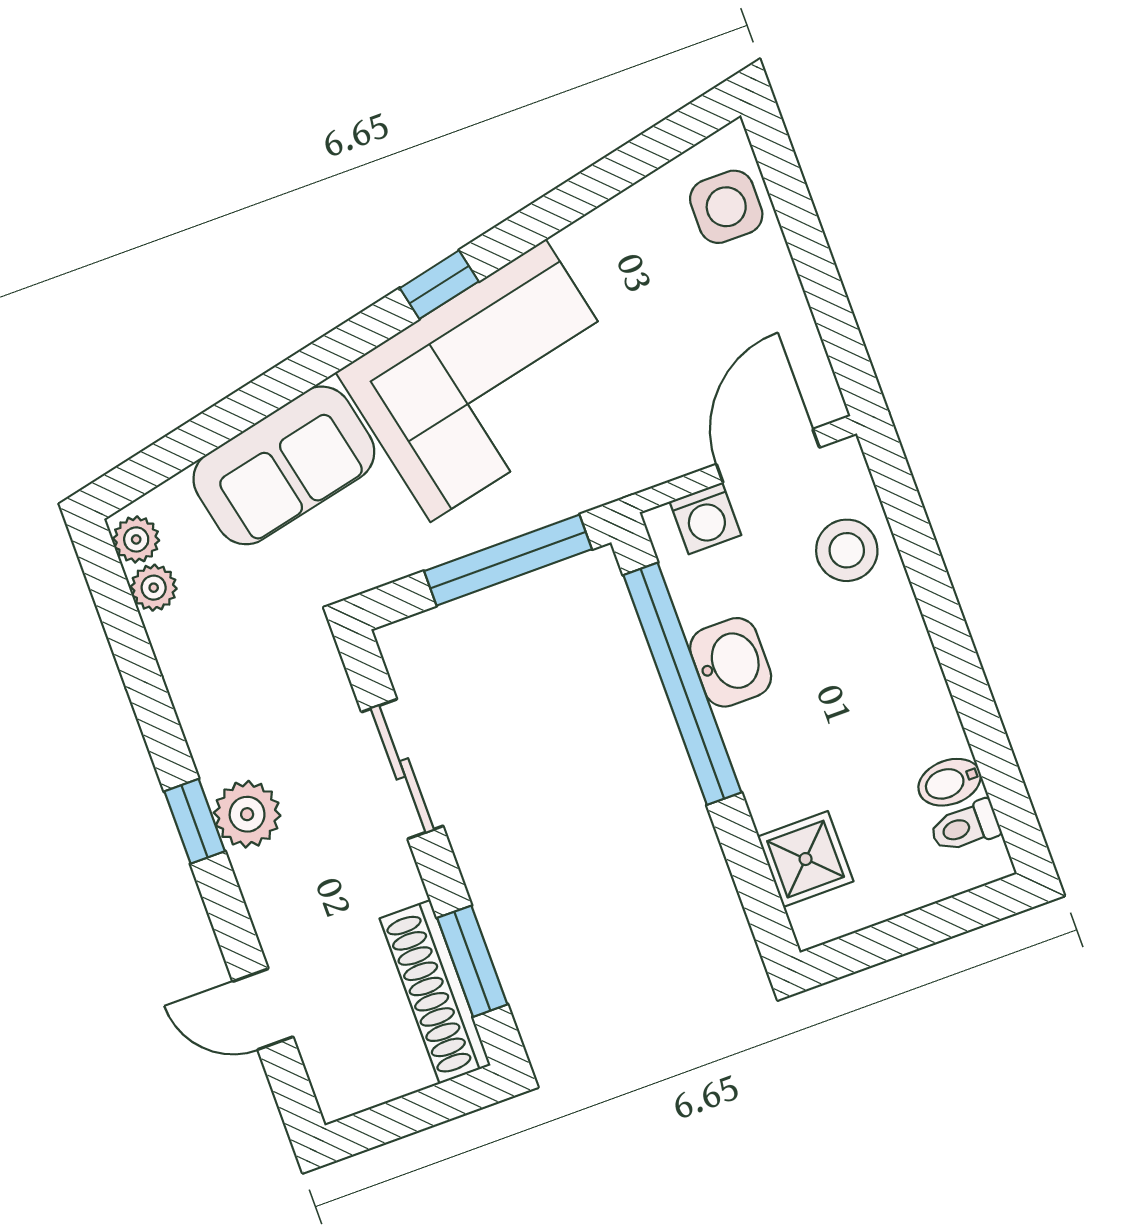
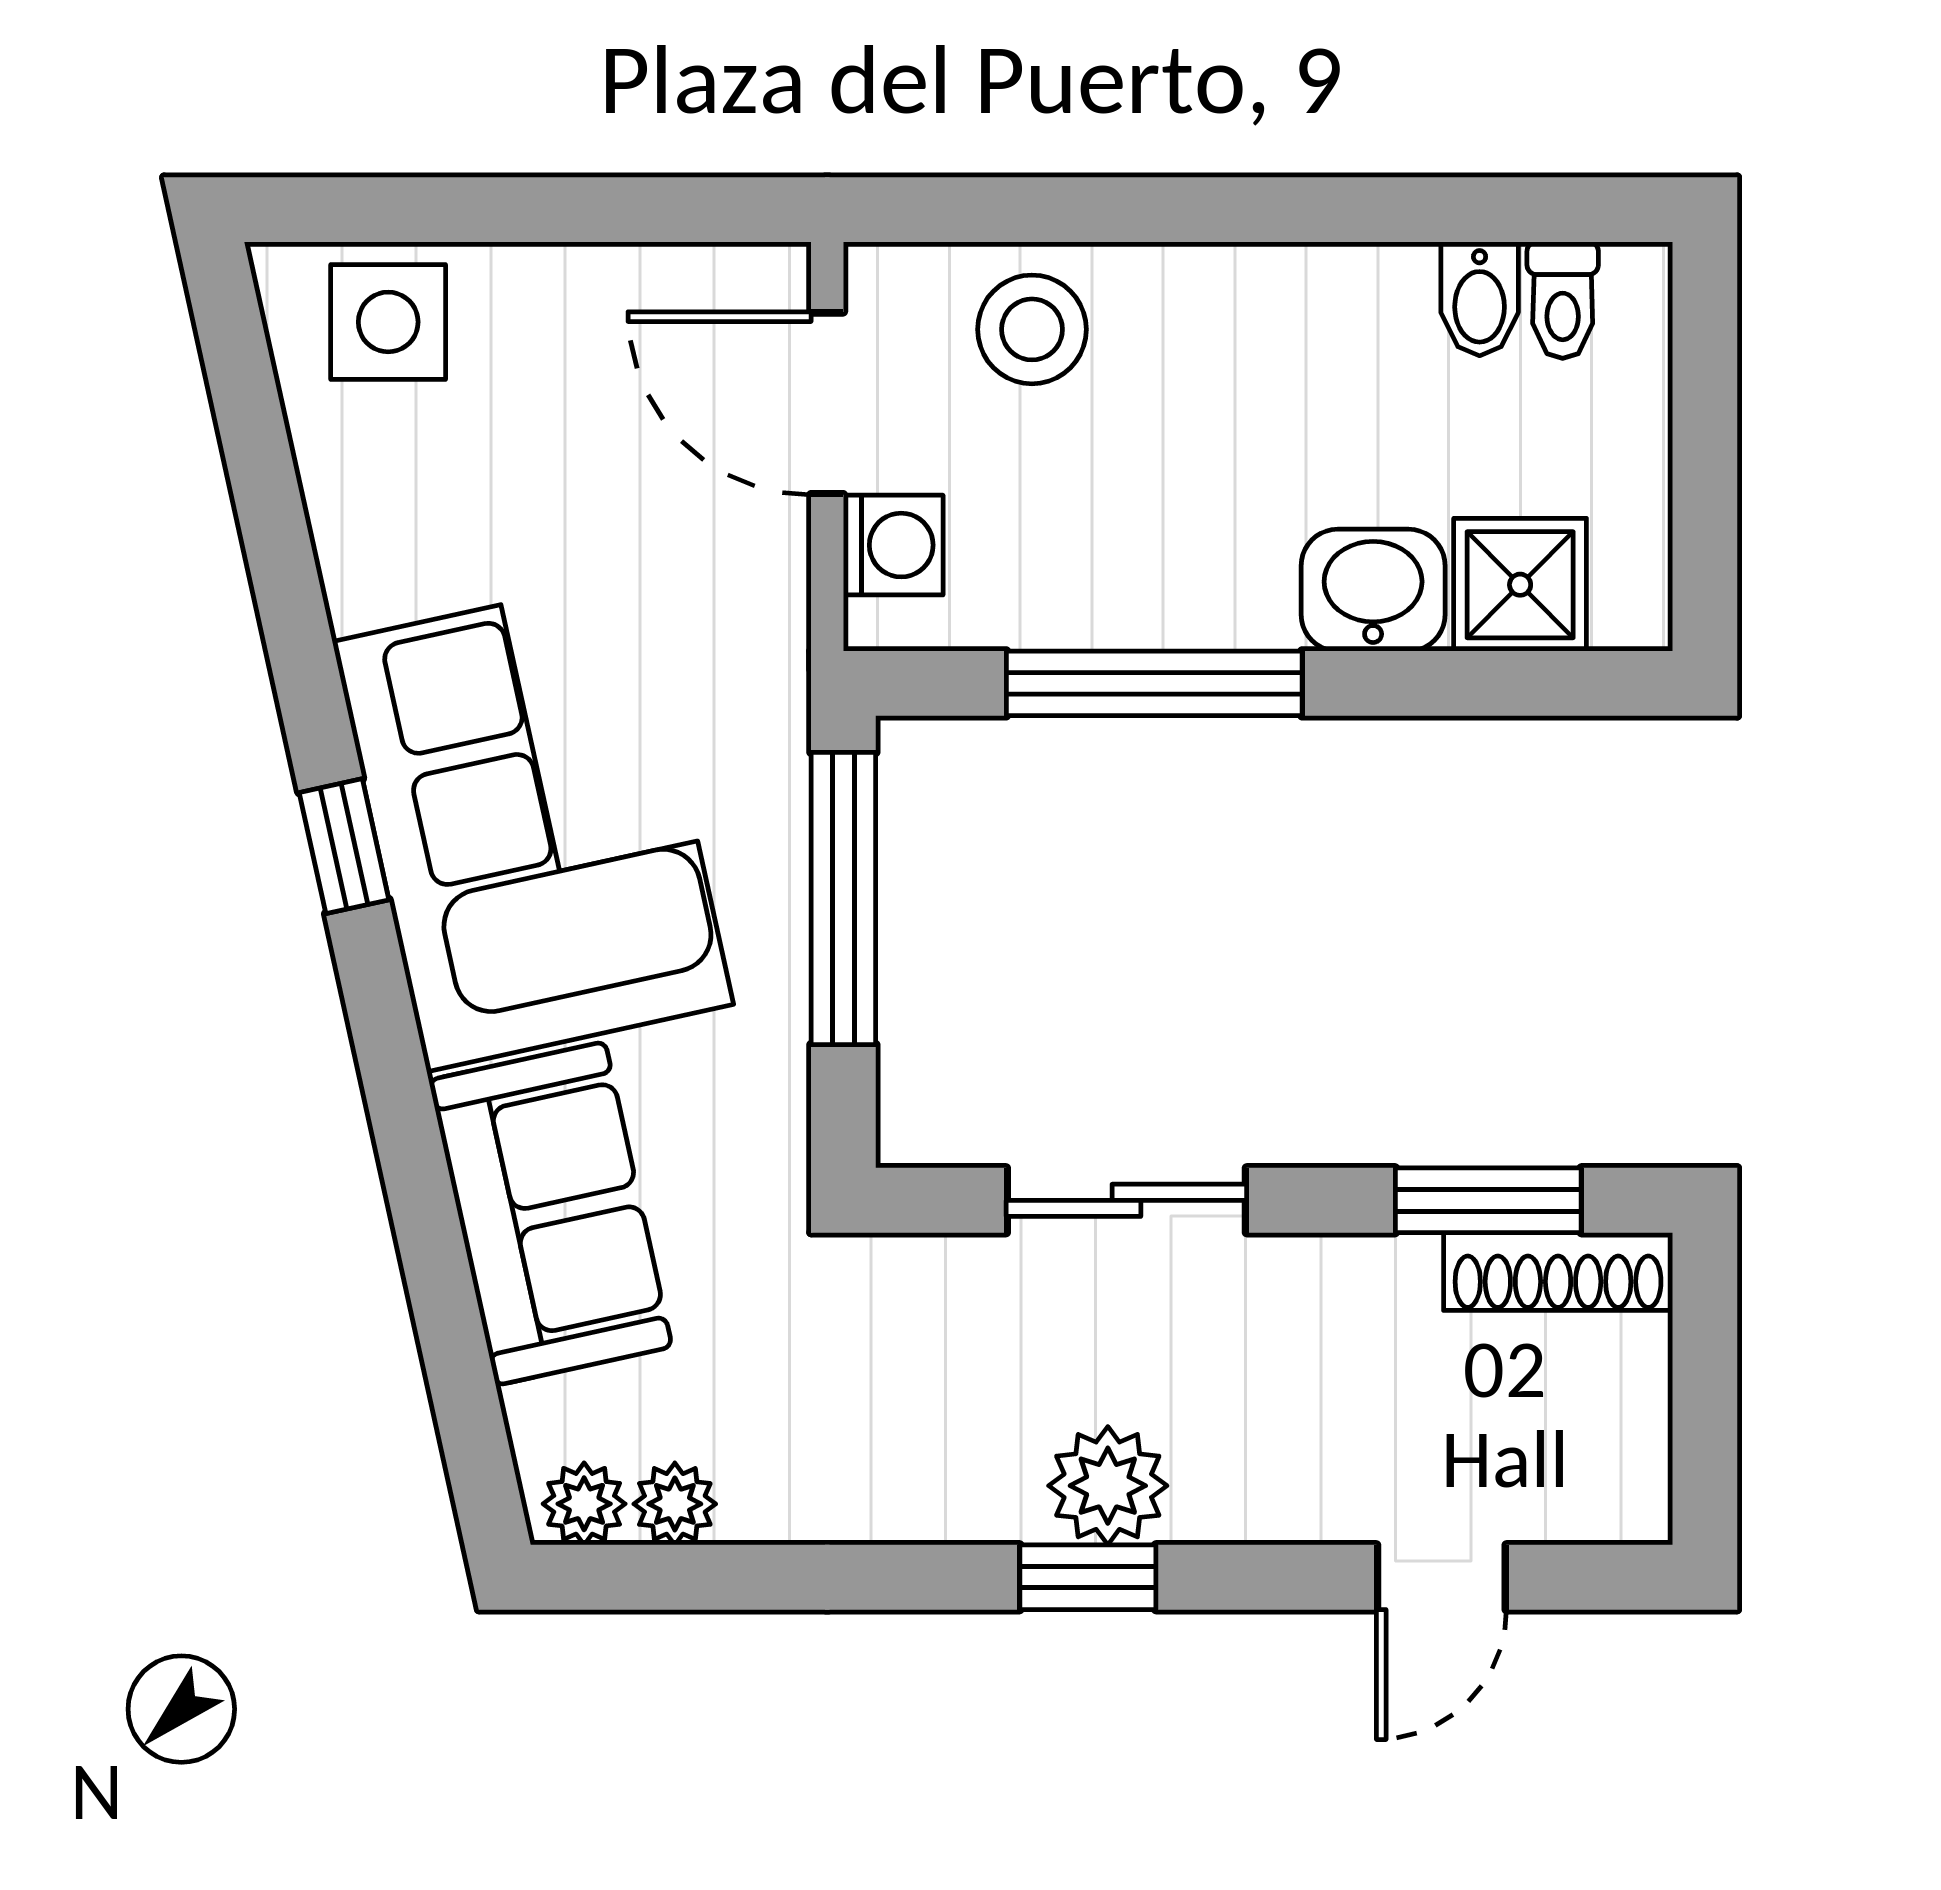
washbasin: (731, 662) -> (1373, 590), moved
window: (682, 684) -> (1154, 683), width x0.68
shoe rack: (435, 992) -> (1558, 1272), width x0.74, depth x0.81

